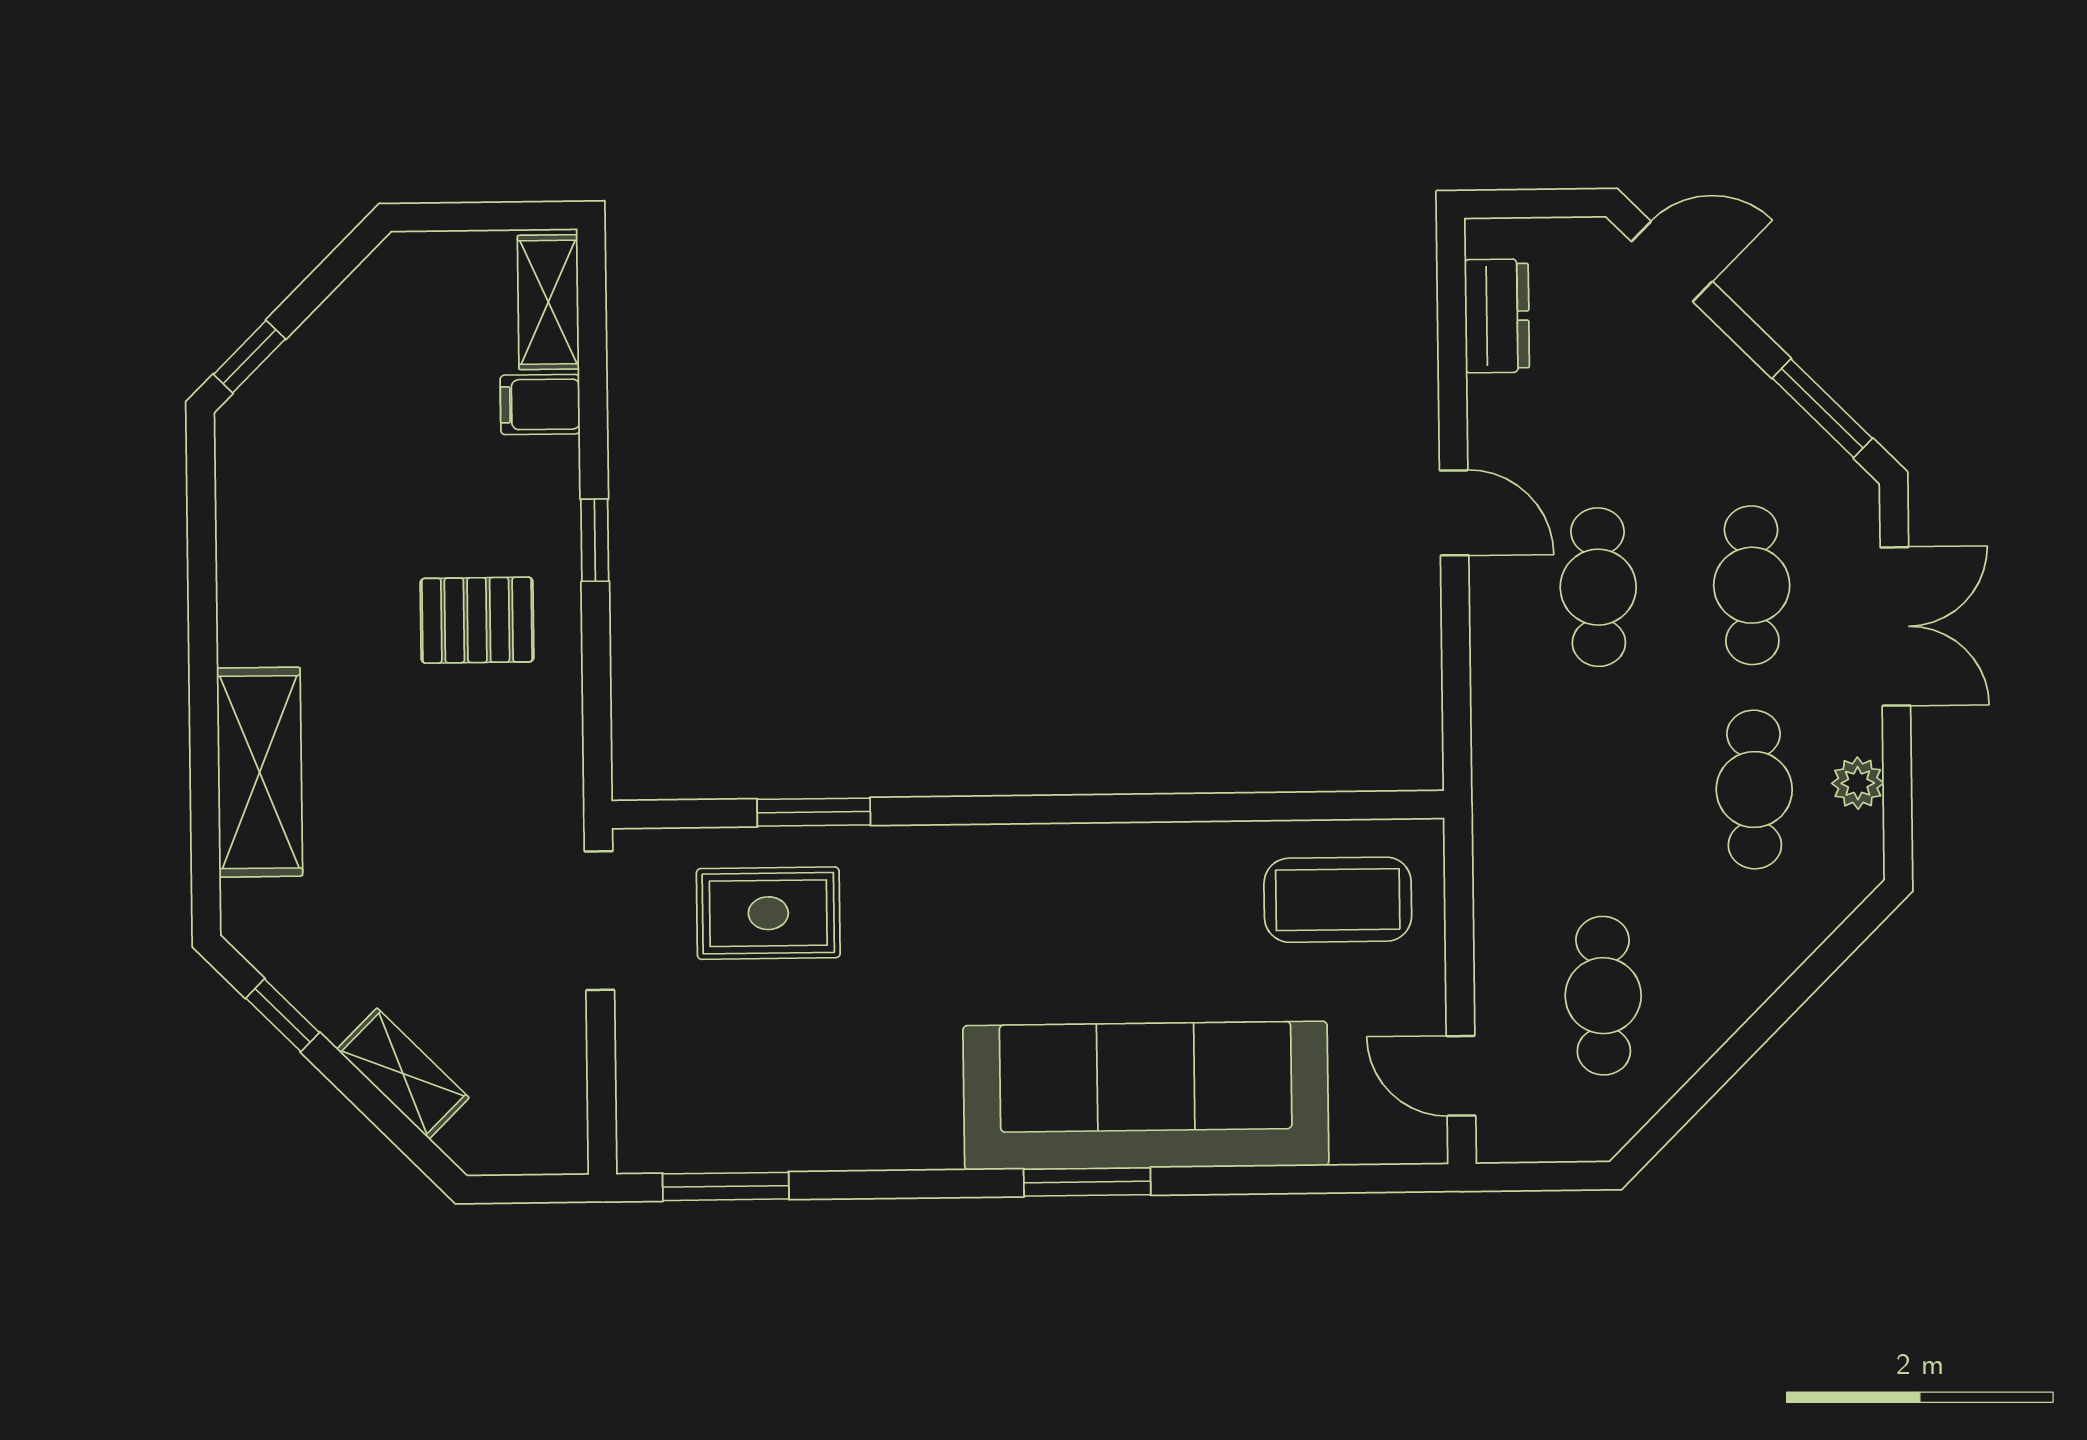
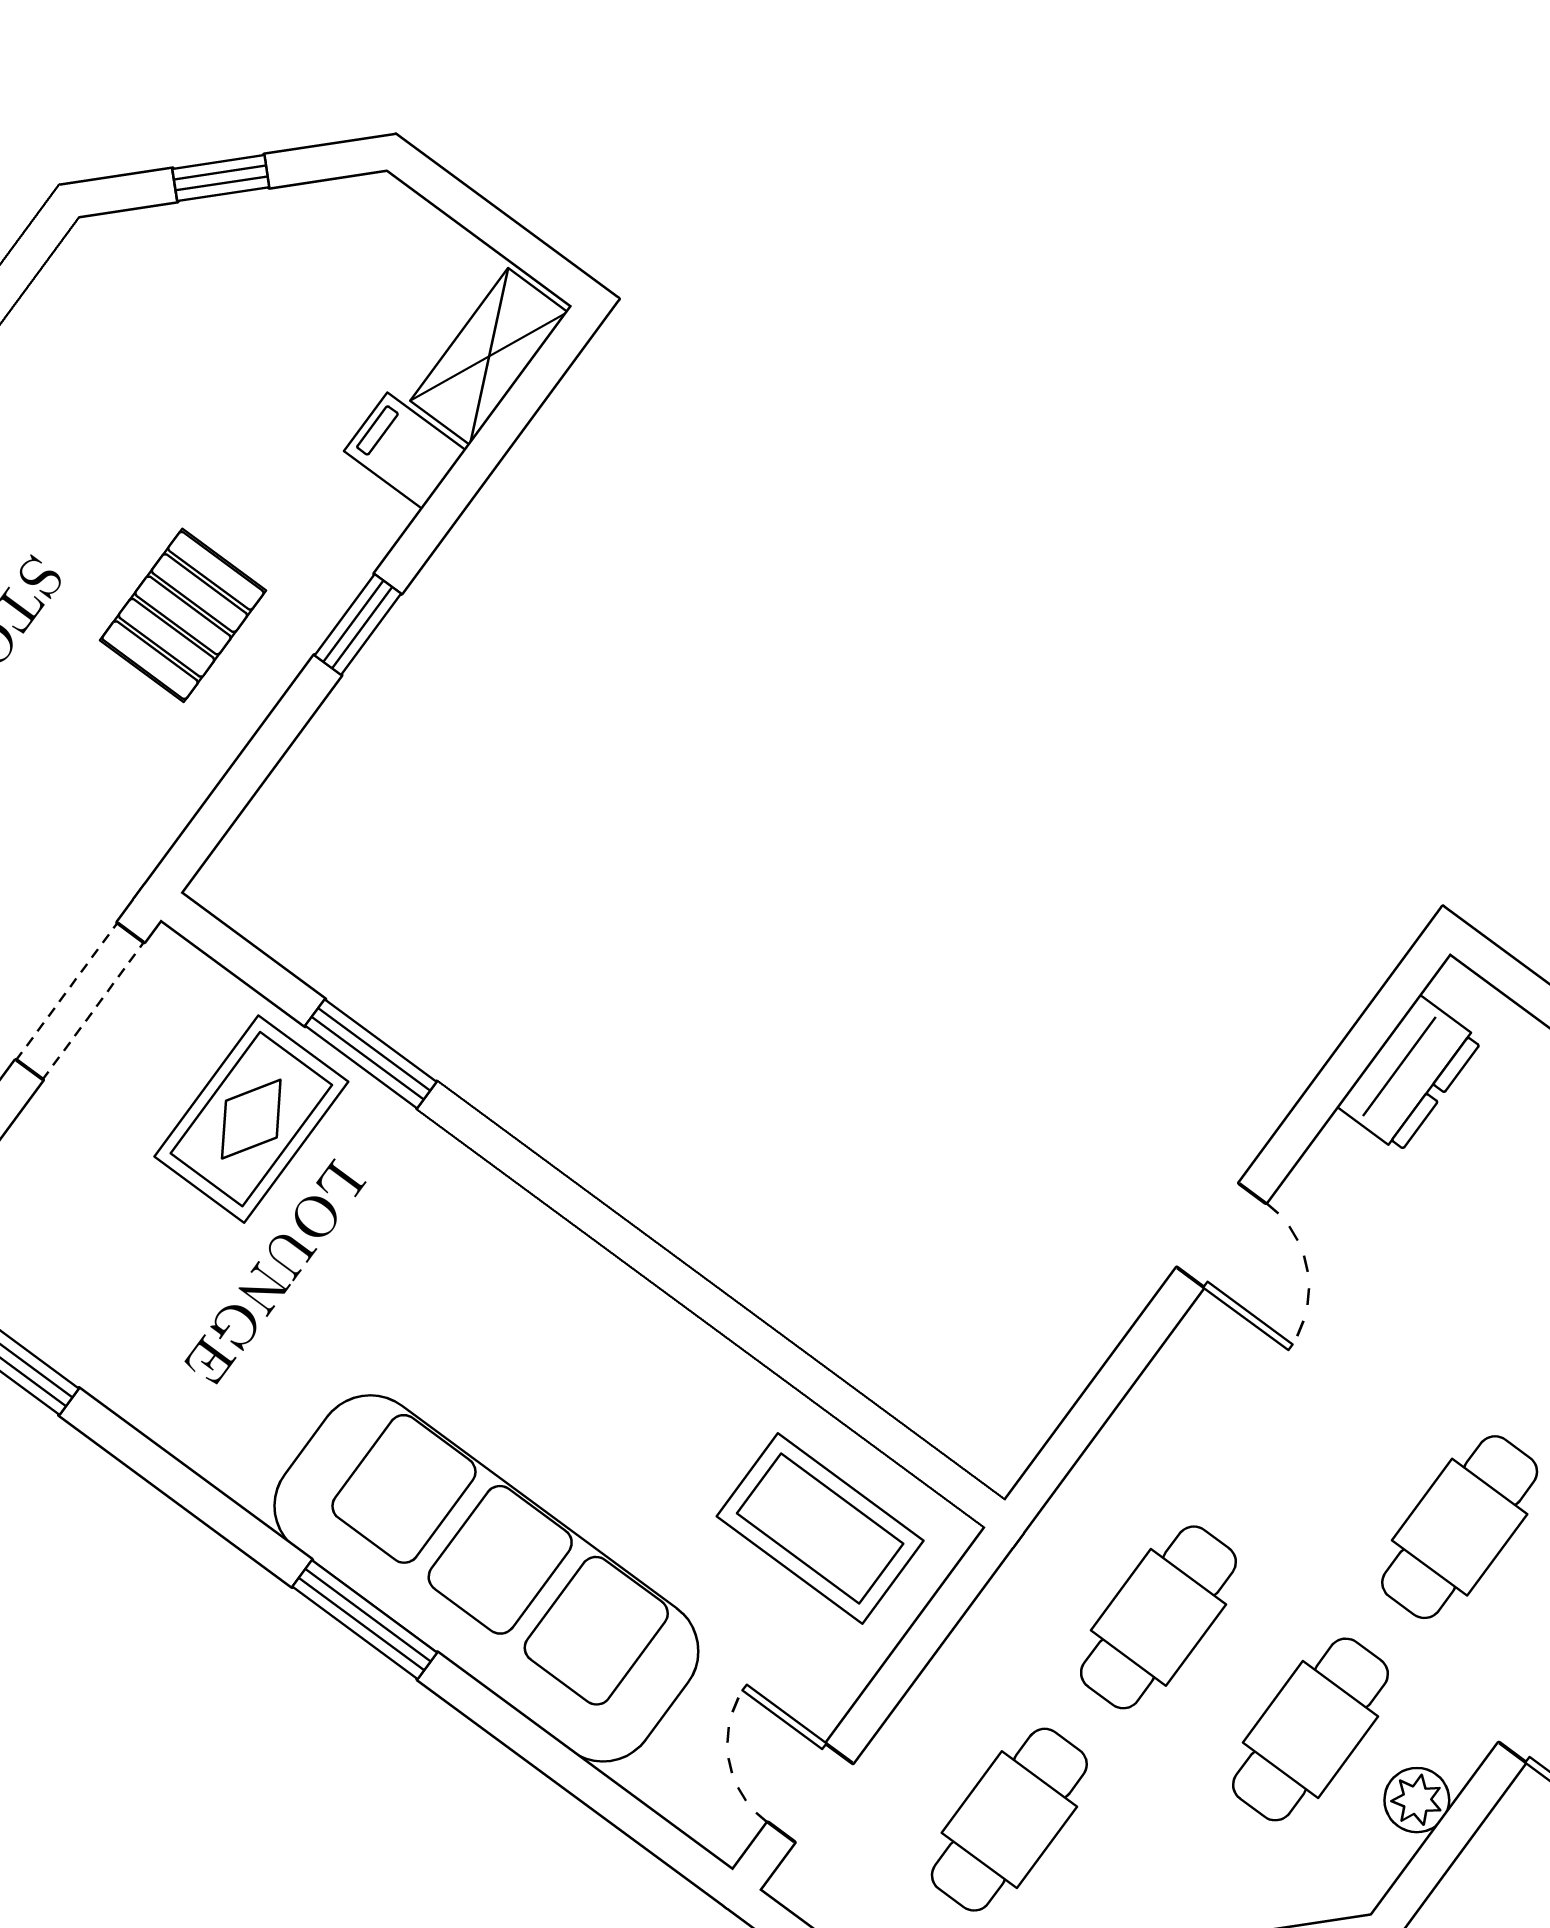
window: (249, 357) -> (221, 178), moved
cafe table: (1598, 587) -> (1158, 1617), moved
pallet: (477, 620) -> (183, 615), turned 90
rug: (768, 913) -> (251, 1119), turned 90

